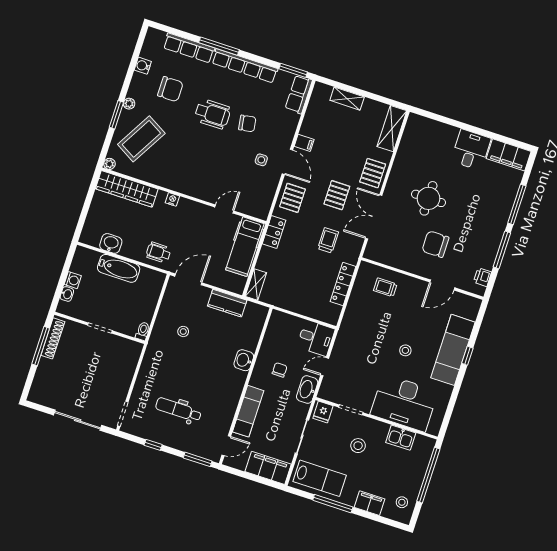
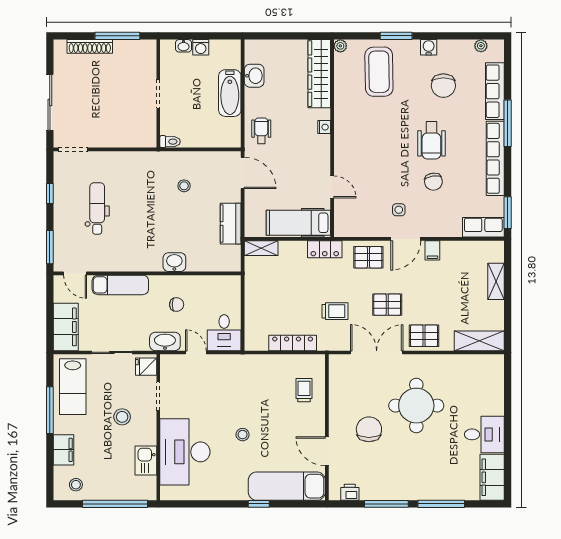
water cooler: (143, 66) -> (429, 47), moved
plant: (129, 104) -> (481, 46), moved
coffee table: (141, 139) -> (379, 72), turned 59
round table: (428, 198) -> (416, 406), width x1.36, depth x1.36
shoe rack: (53, 338) -> (90, 46), moved
exam couch: (453, 350) -> (287, 486), moved

